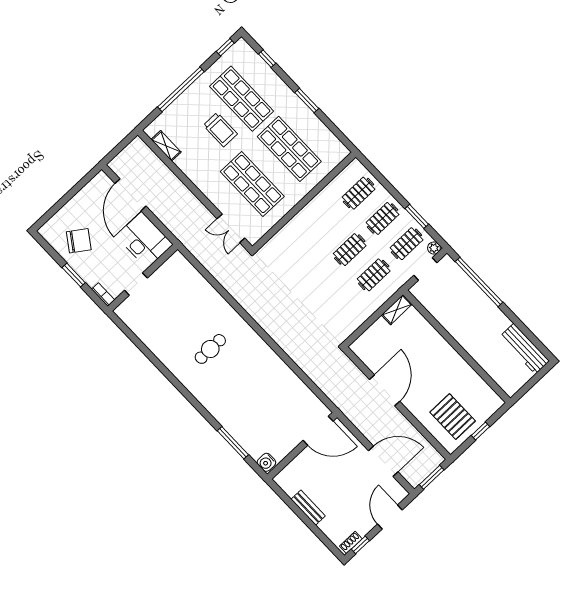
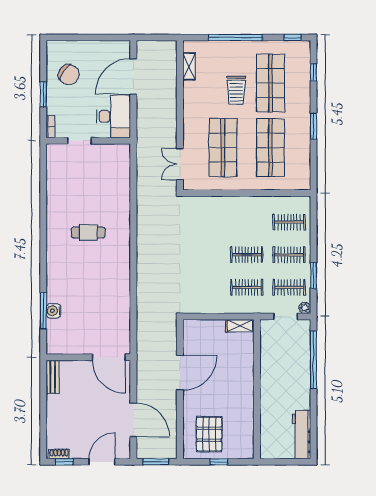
water cooler: (266, 462) -> (53, 311), moved
bench: (308, 508) -> (53, 377), moved

